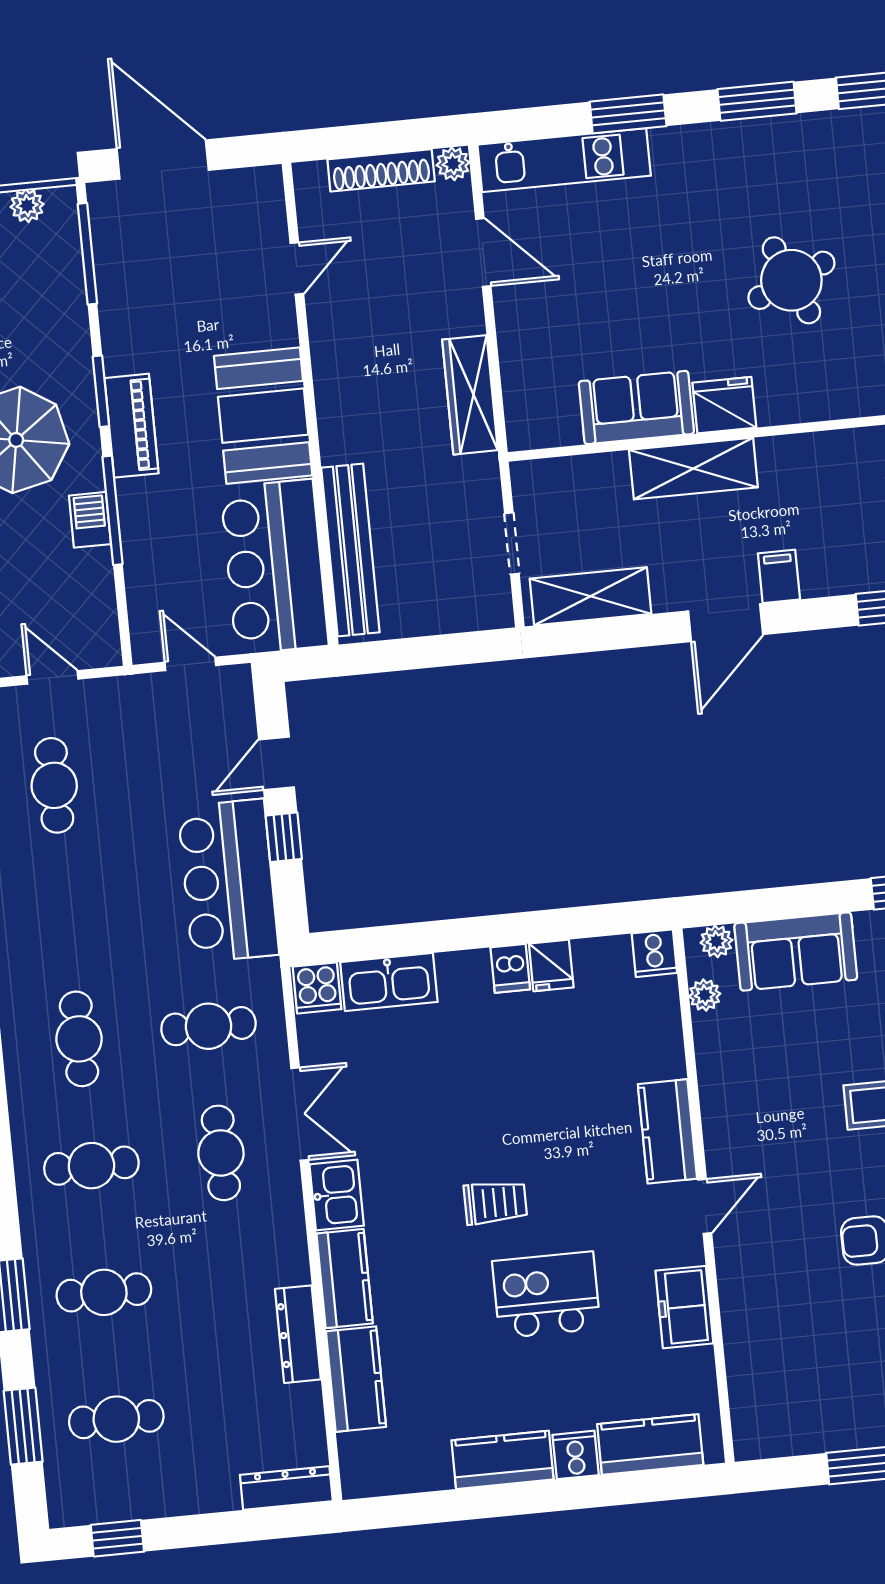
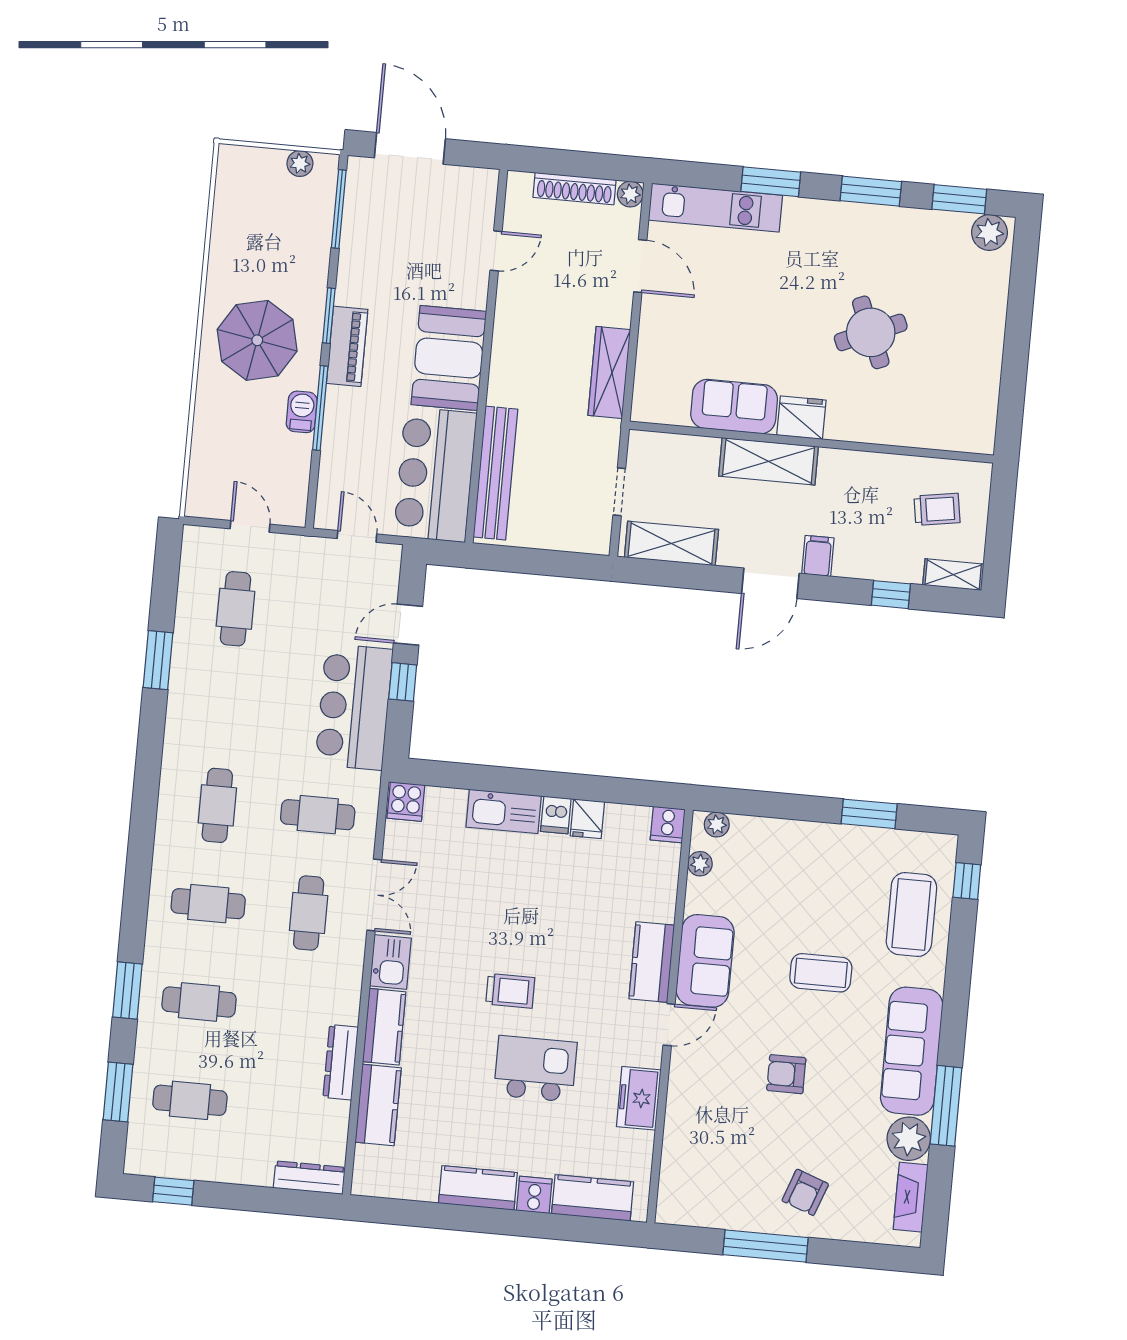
sofa: (796, 952) -> (705, 961), moved, turned -90
kitchen sink: (389, 982) -> (504, 811), moved

